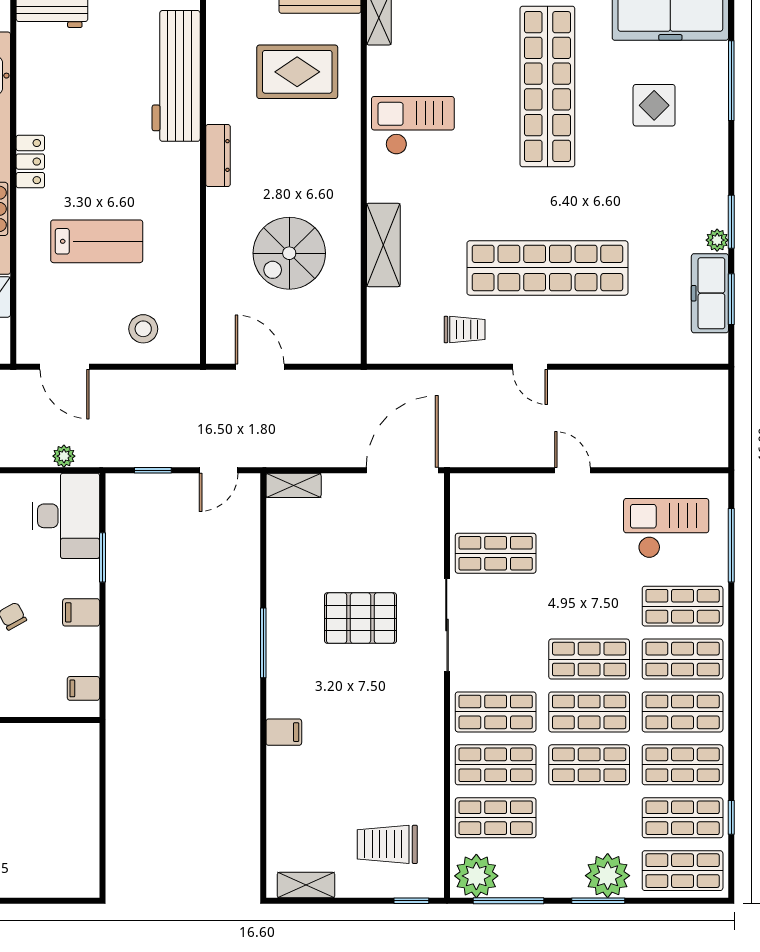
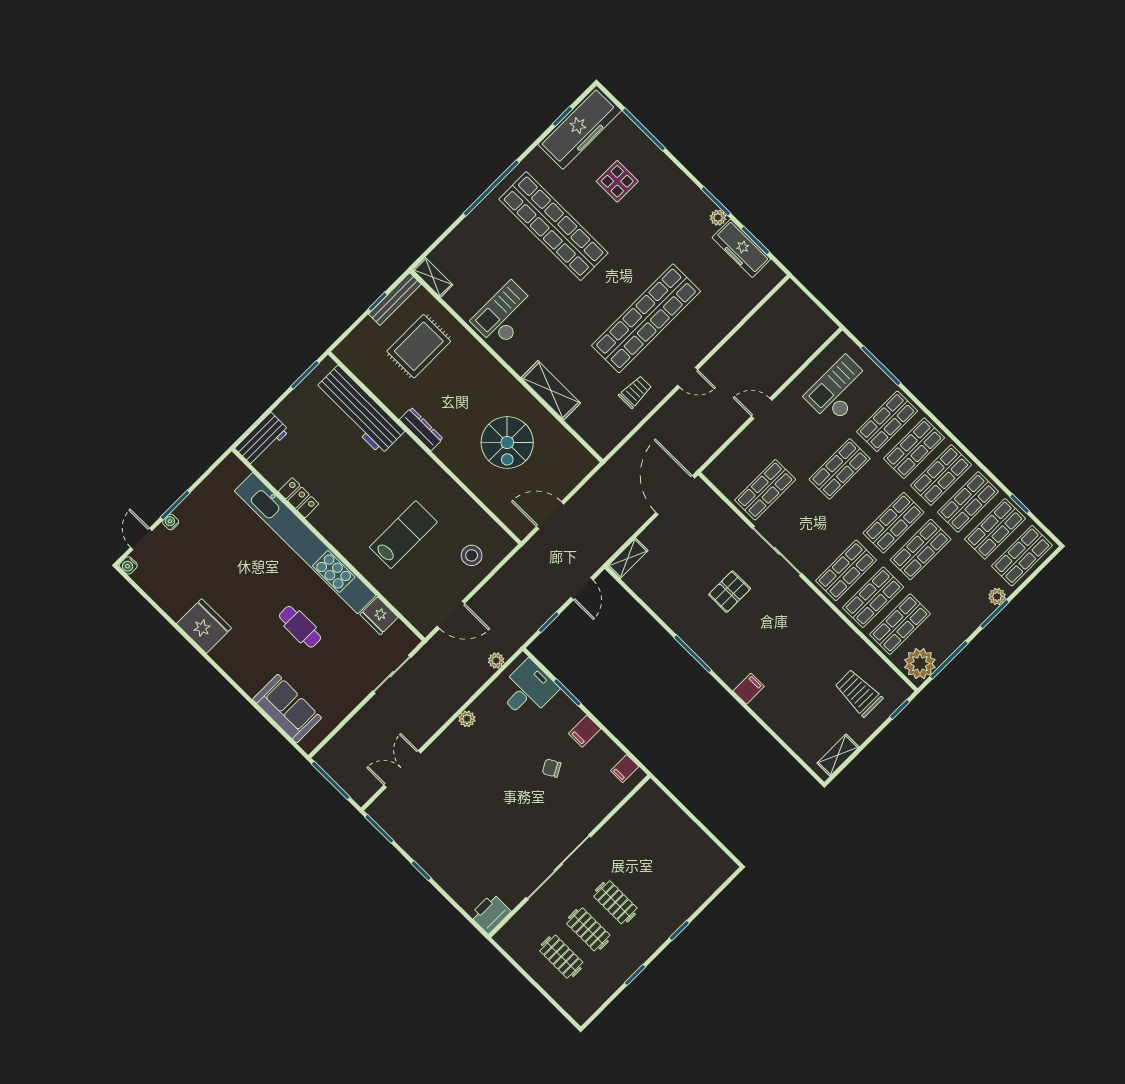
locker: (30, 162) -> (299, 498), moved
desk: (66, 516) -> (528, 690), width x0.73
pallet: (361, 618) -> (730, 592), width x0.67, depth x0.71
shop shelf: (589, 659) -> (840, 469), moved
trolley: (387, 844) -> (859, 693), turned 90
plant: (608, 876) -> (997, 596), width x0.53, depth x0.53

